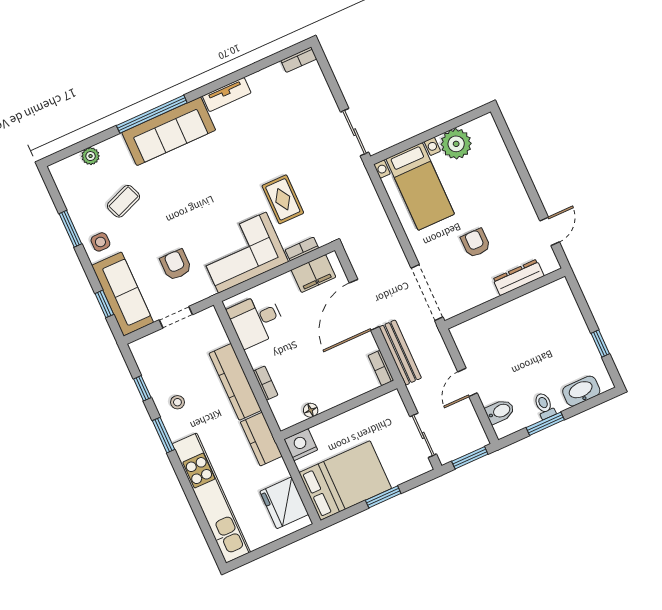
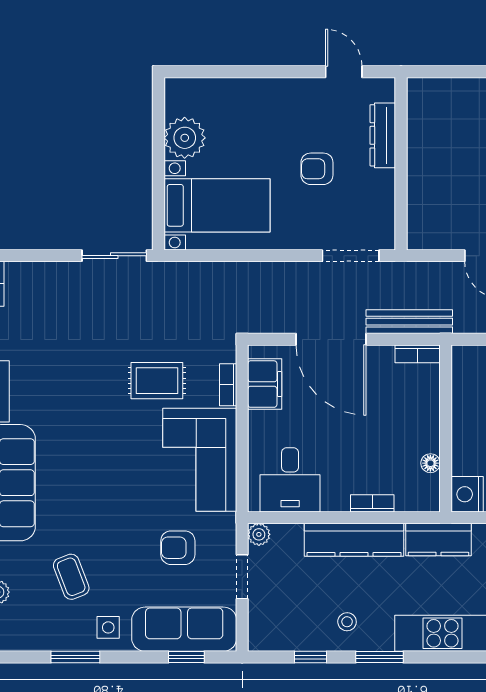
doorway: (427, 293) -> (351, 256), width x0.73
plant: (210, 316) -> (259, 534), added

